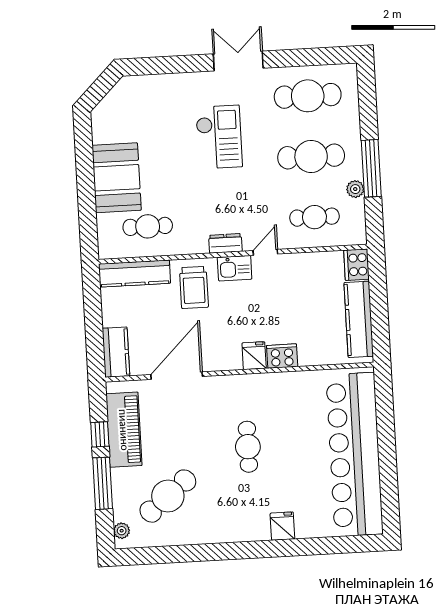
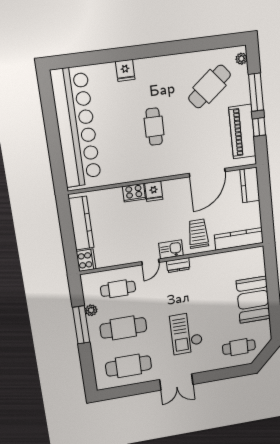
cafe table: (148, 226) -> (239, 347), moved

